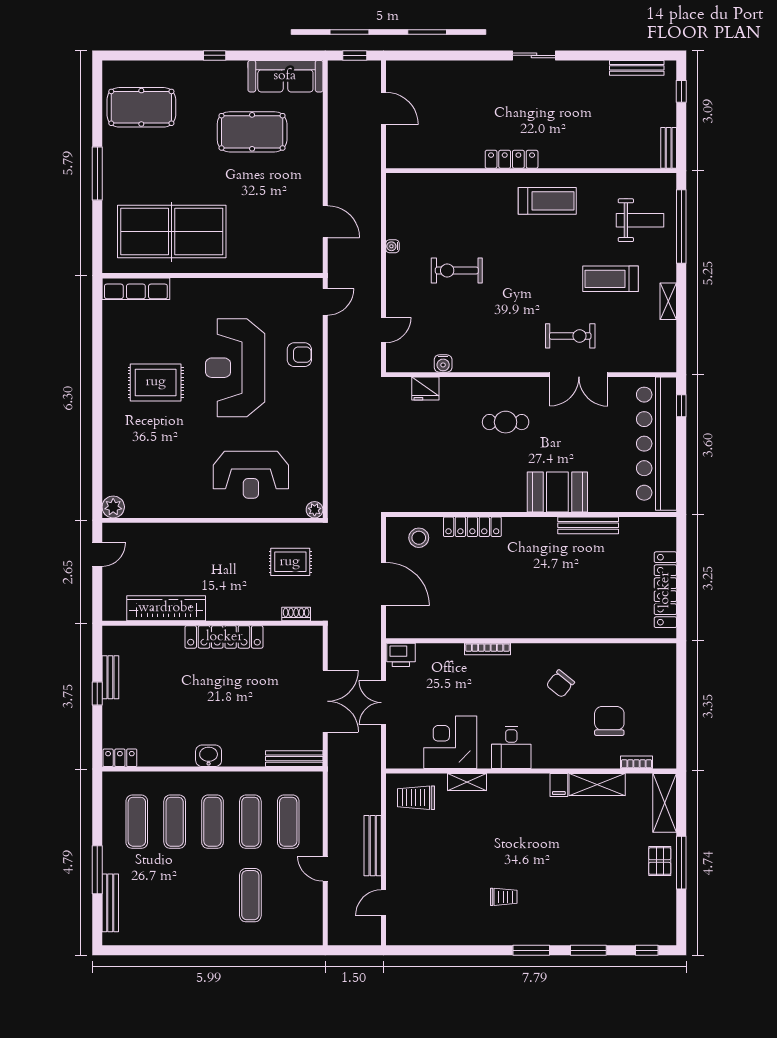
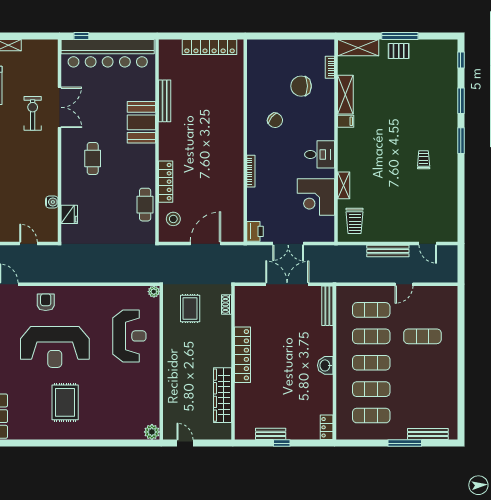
cafe table: (439, 497) -> (145, 205), added

